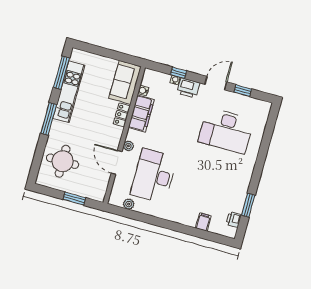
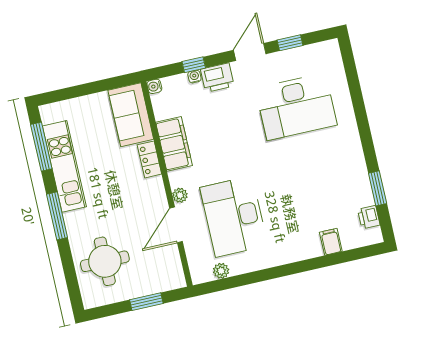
water cooler: (143, 91) -> (154, 86), moved
door: (117, 162) -> (176, 225), hinge flipped

